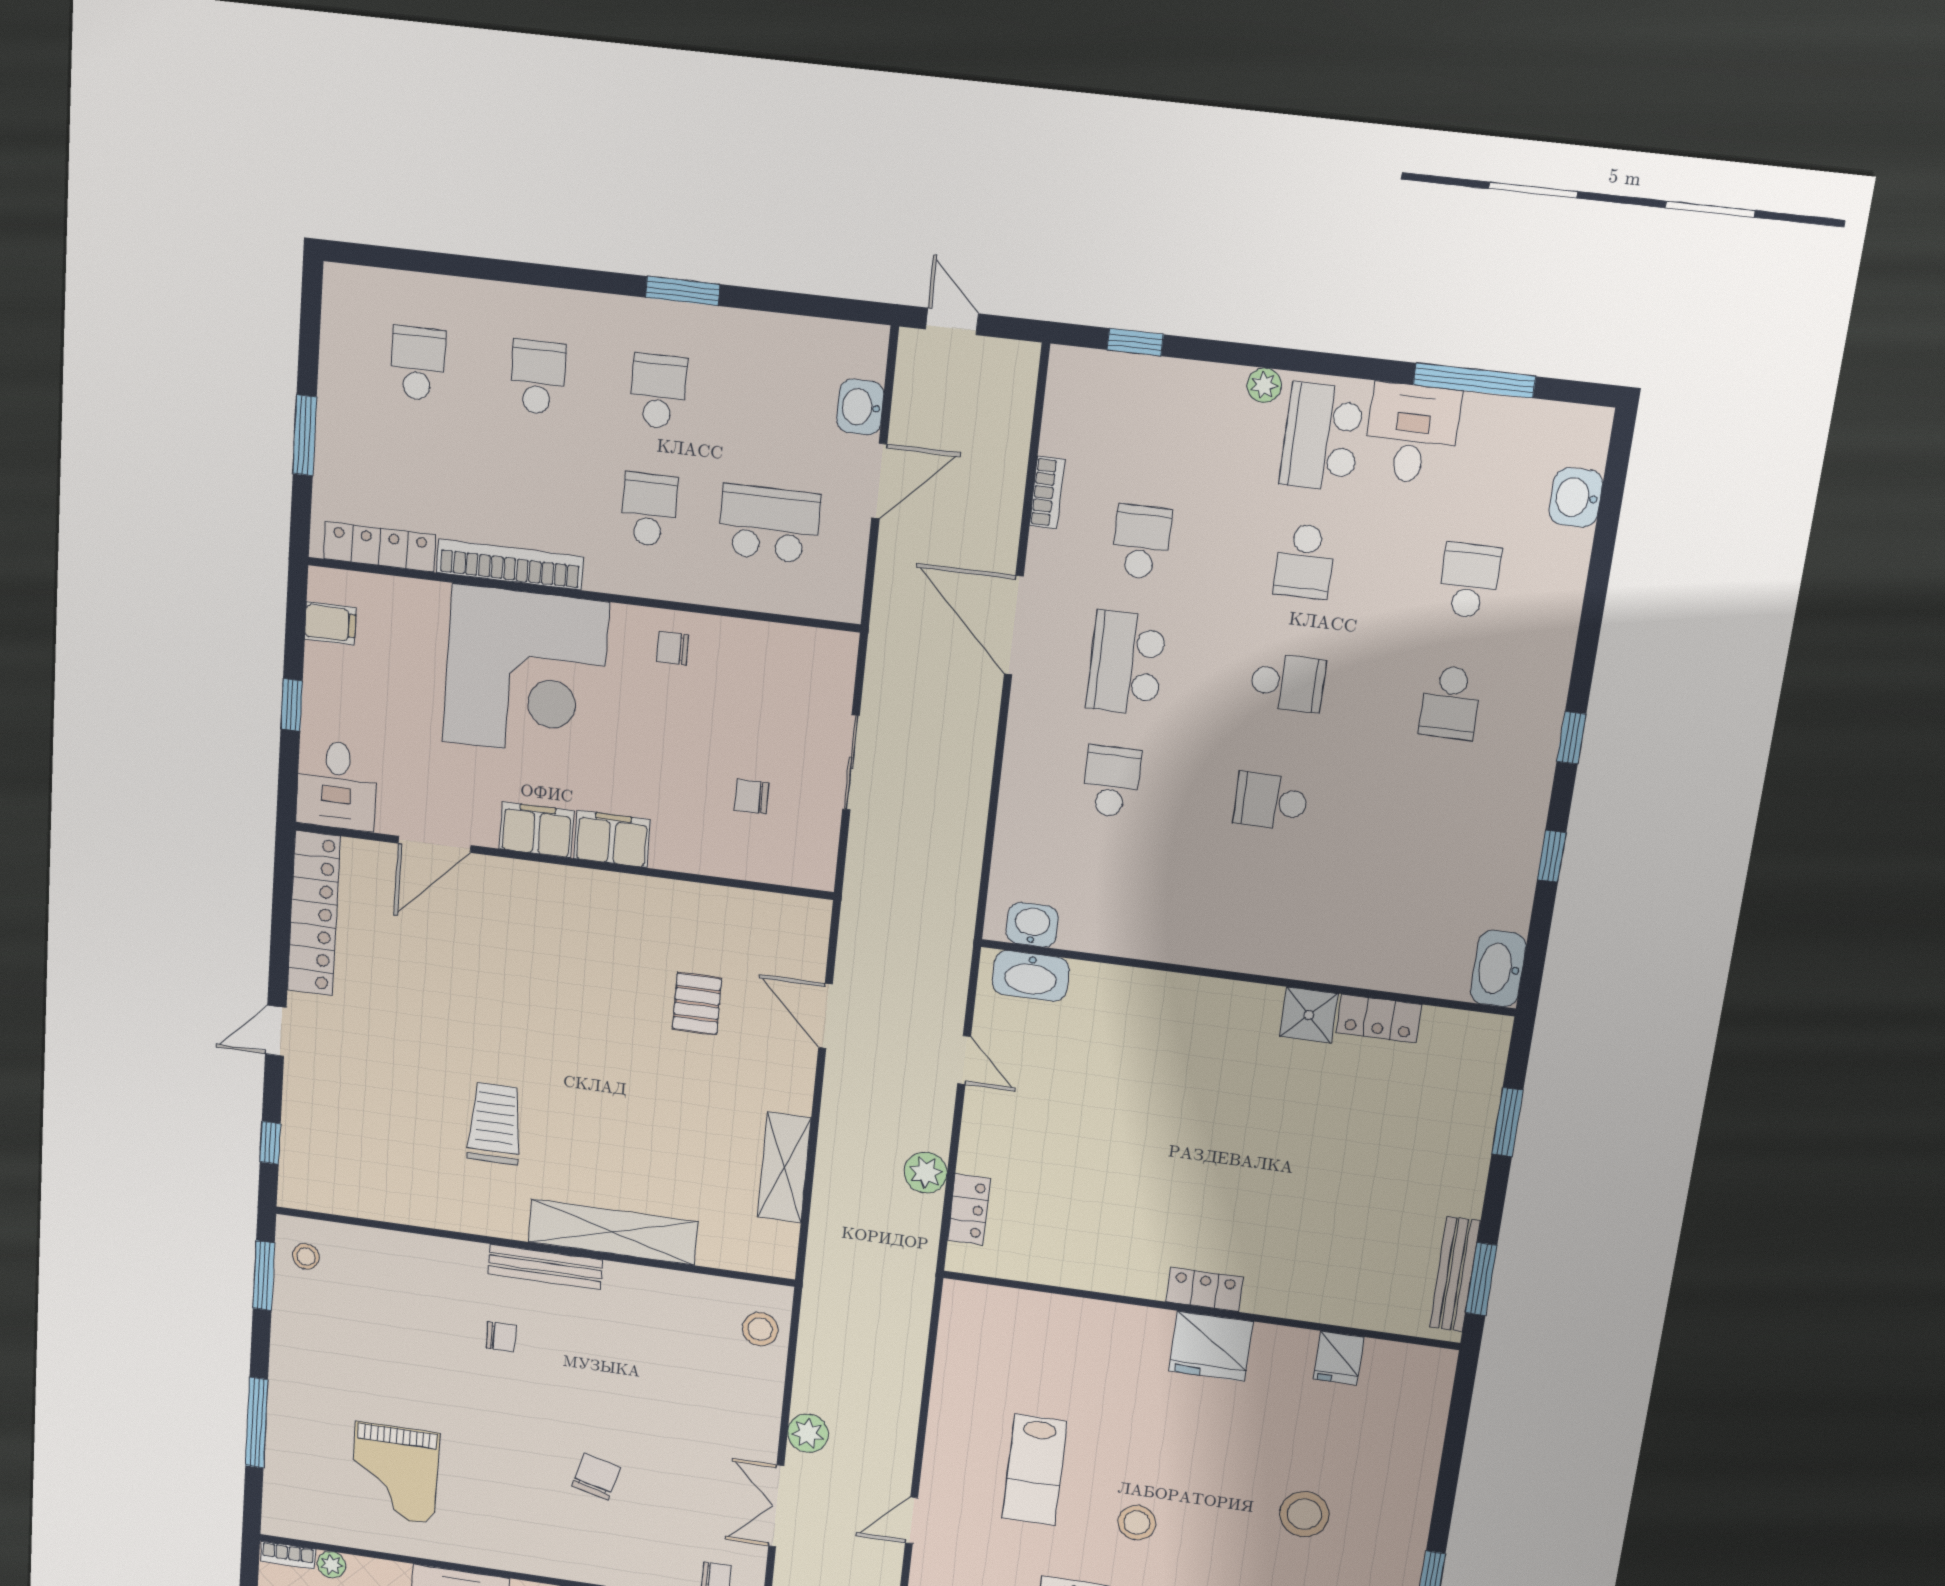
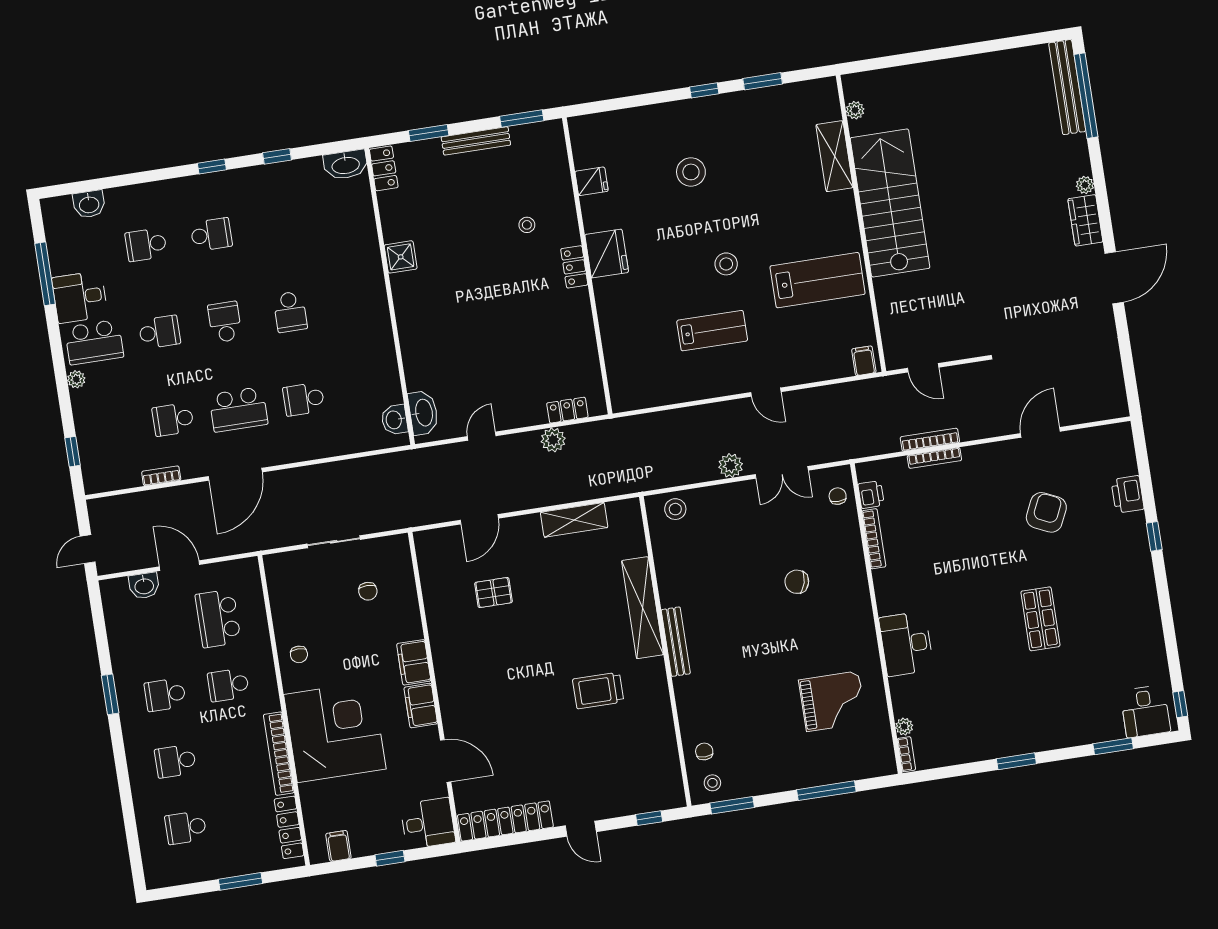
locker: (1379, 1019) -> (384, 168), moved
stool: (1299, 1235) -> (527, 225), added
bench: (1455, 1274) -> (476, 141), moved
chair: (501, 1337) -> (704, 751), moved

